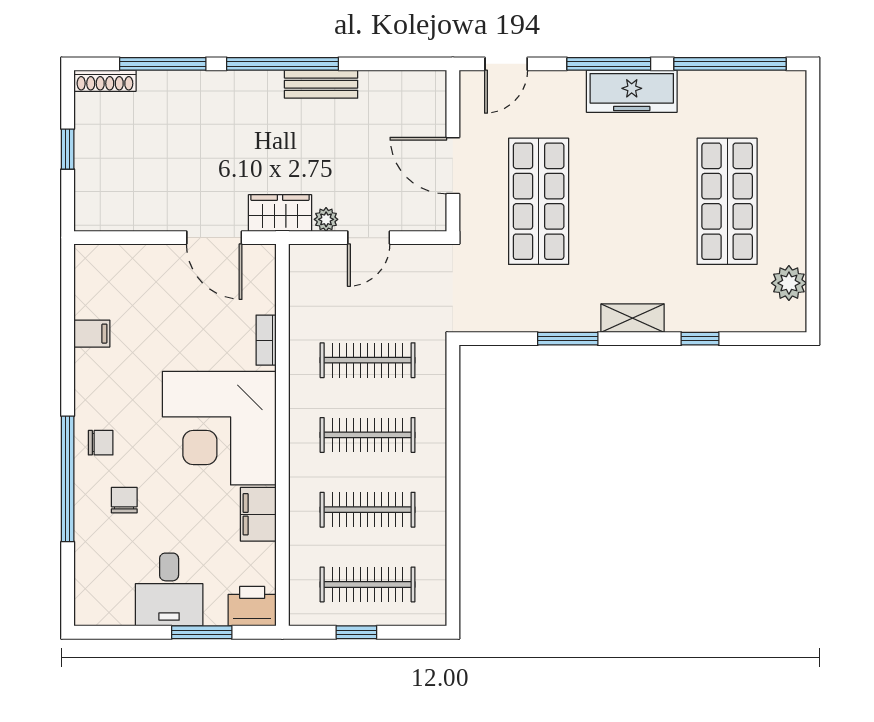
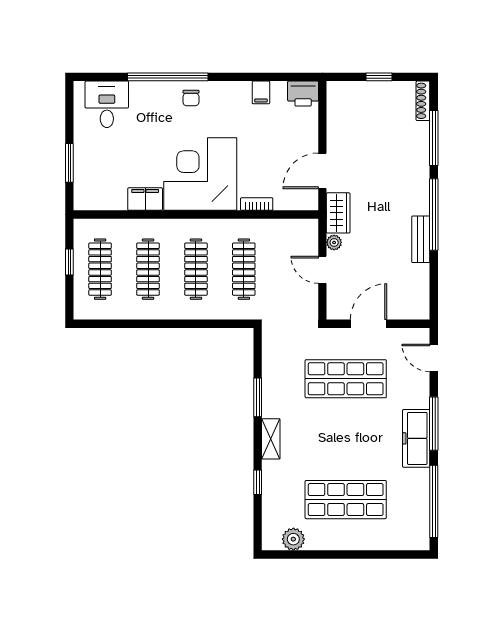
chair: (124, 500) -> (154, 113), removed
desk: (169, 590) -> (107, 104), moved, turned 90
printer: (252, 606) -> (303, 94), moved, turned 90

